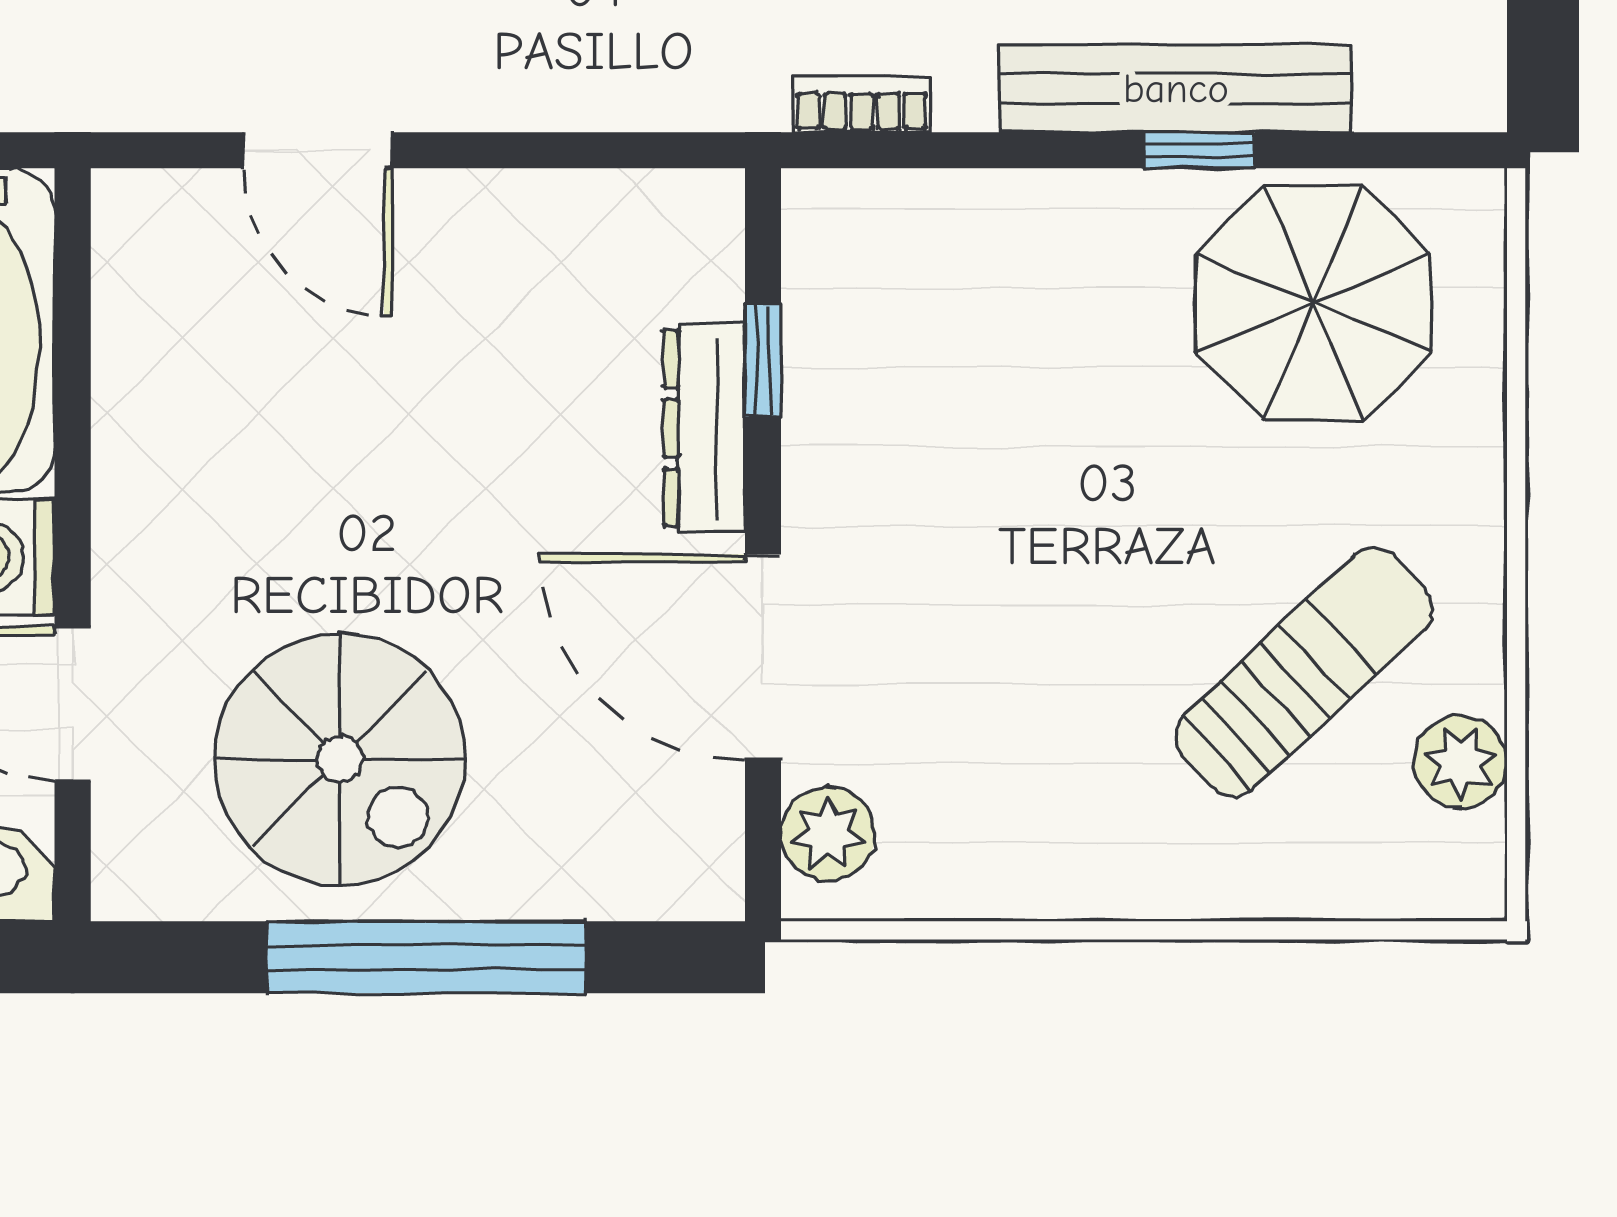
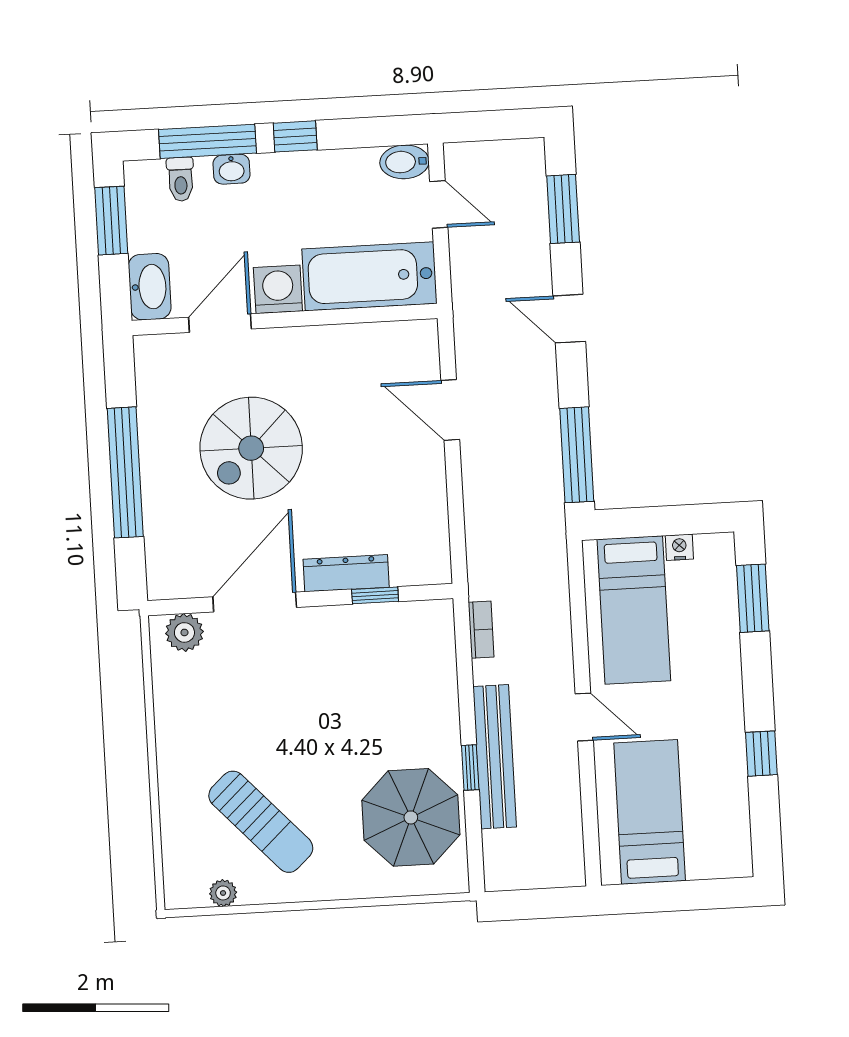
door: (318, 150) -> (450, 410), hinge flipped
spiral stairs: (340, 759) -> (251, 448), moved
plant: (1461, 762) -> (223, 893), width x0.73, depth x0.73

